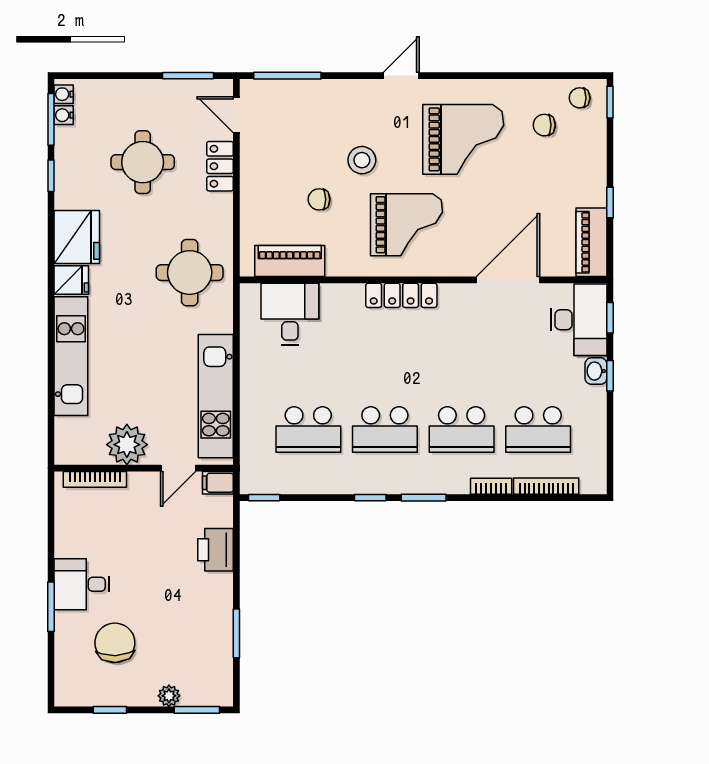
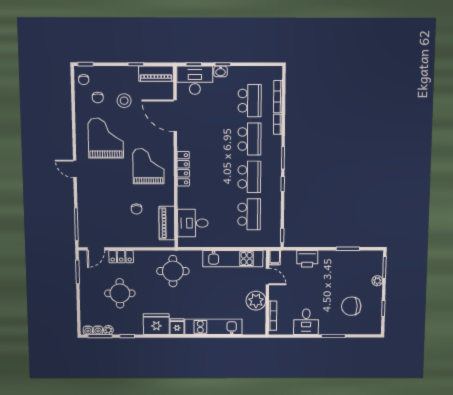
plant: (64, 137) -> (108, 330), added
stool: (362, 160) -> (124, 101), moved
desk: (82, 584) -> (306, 322), moved

